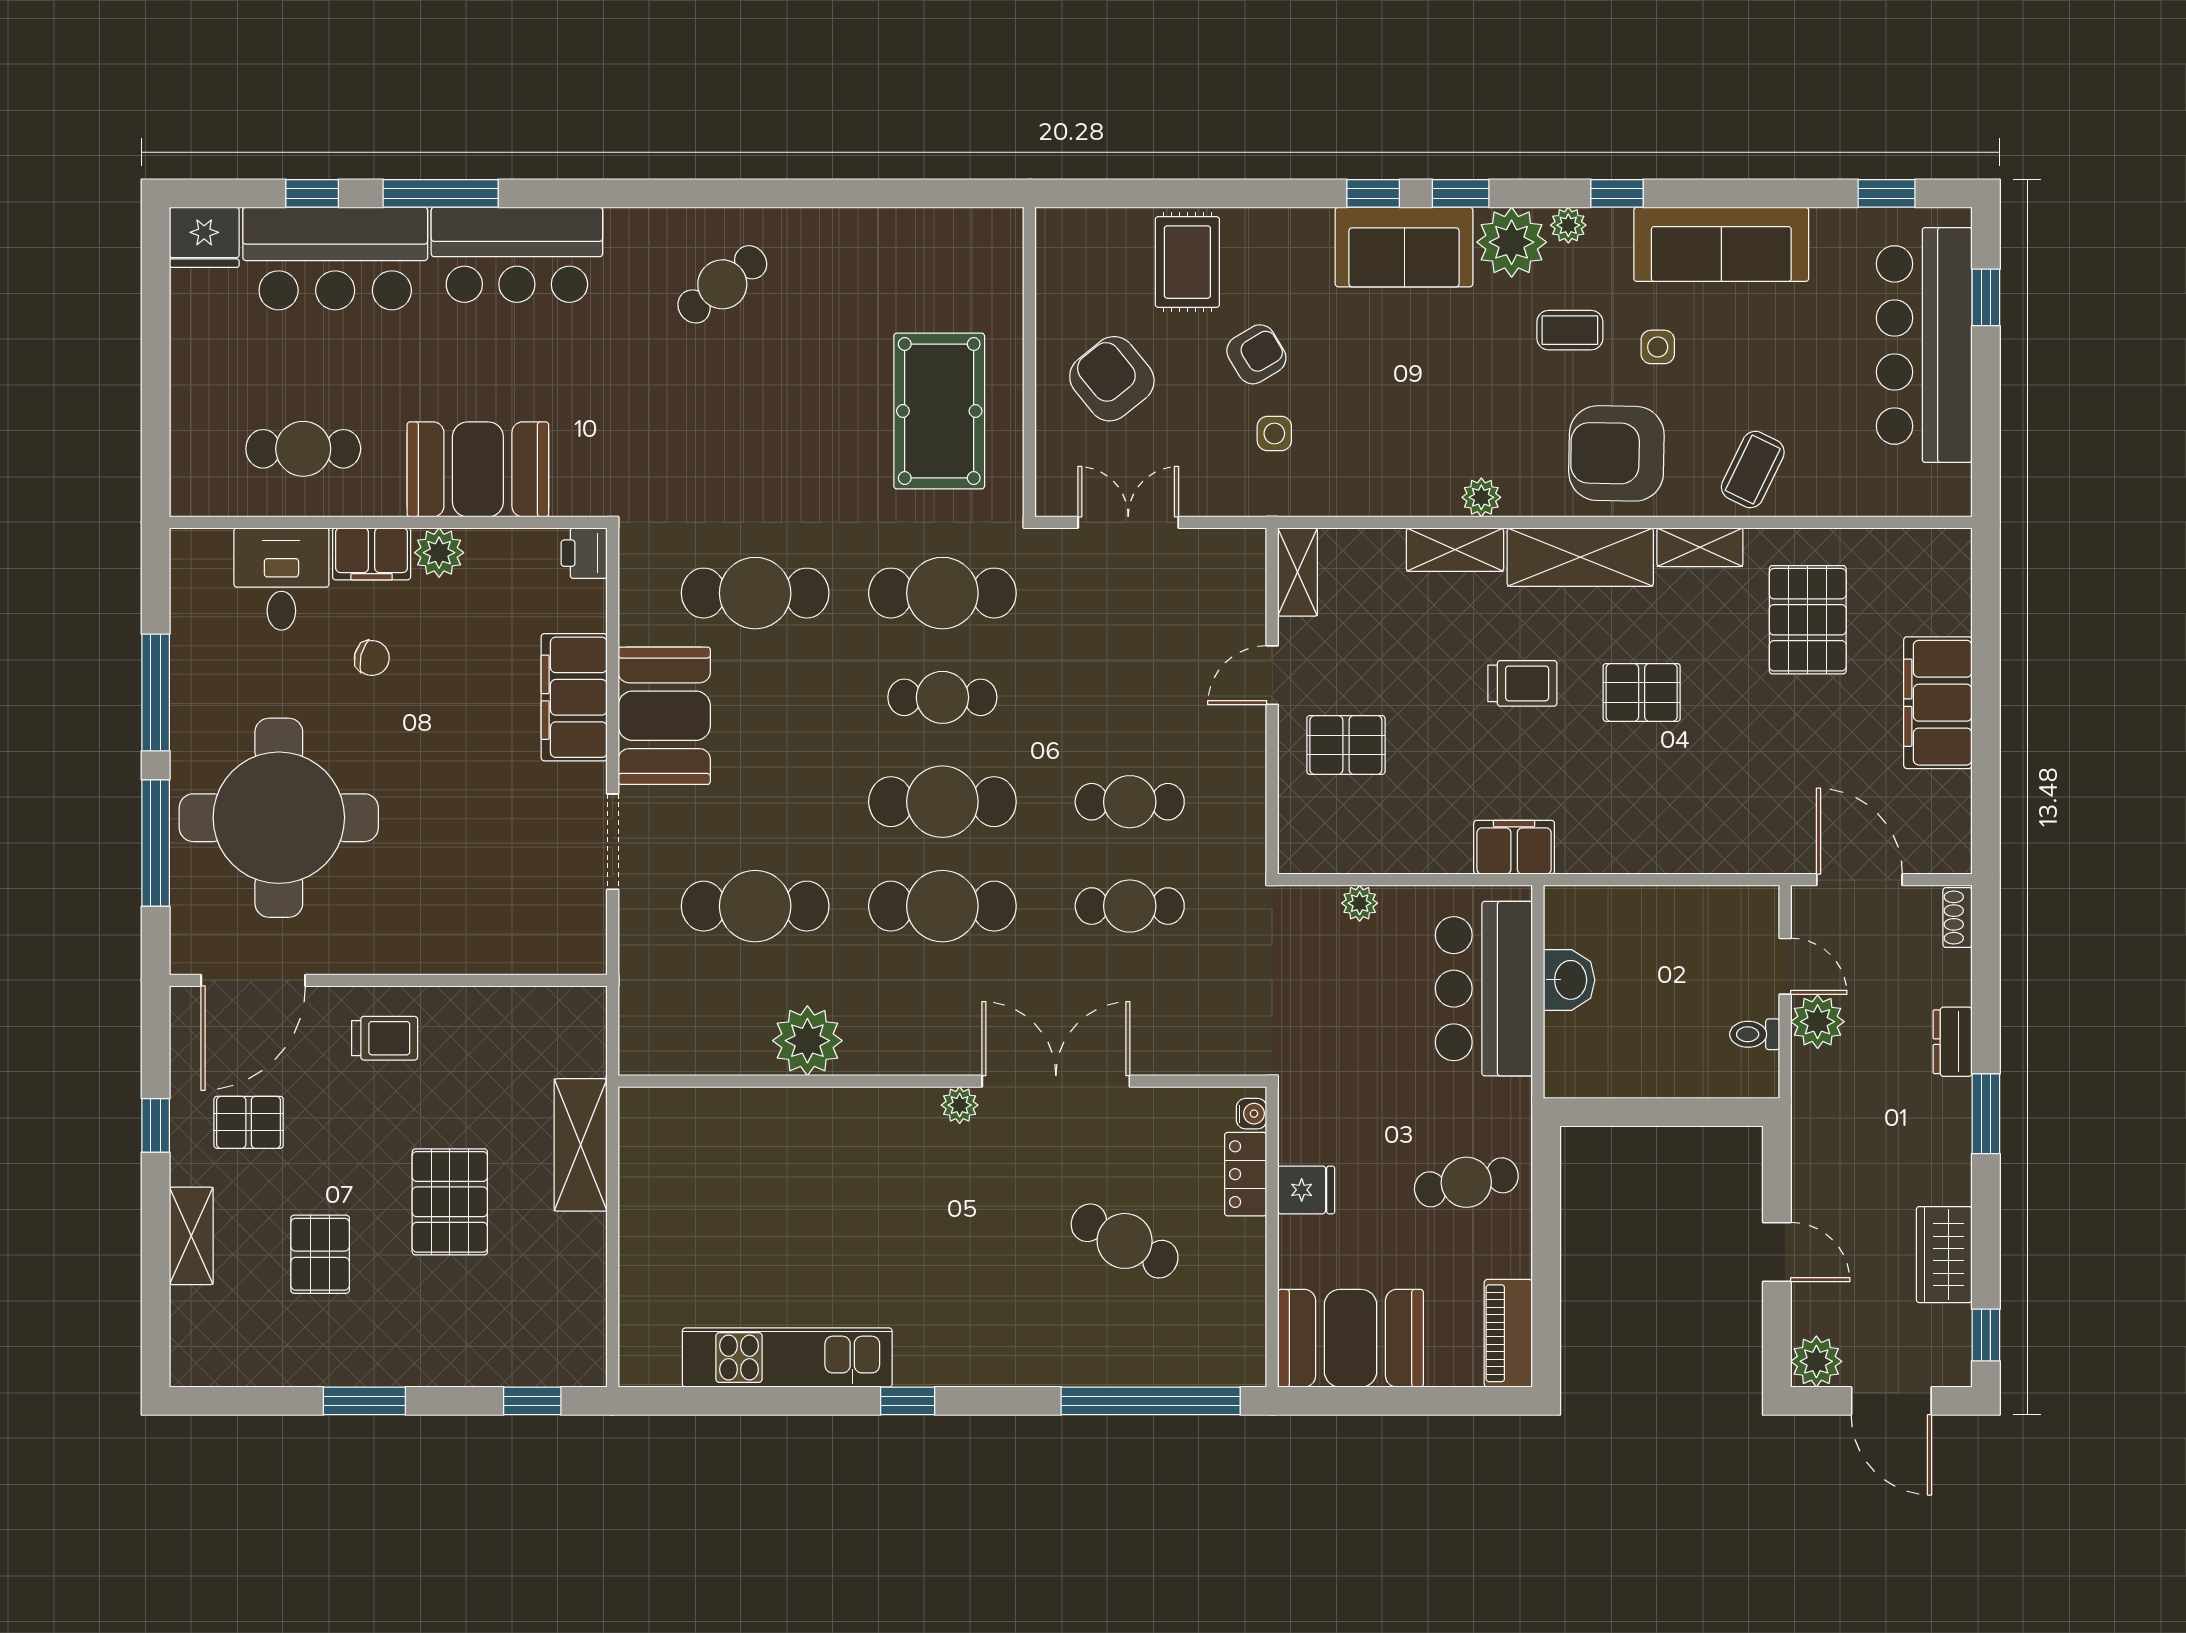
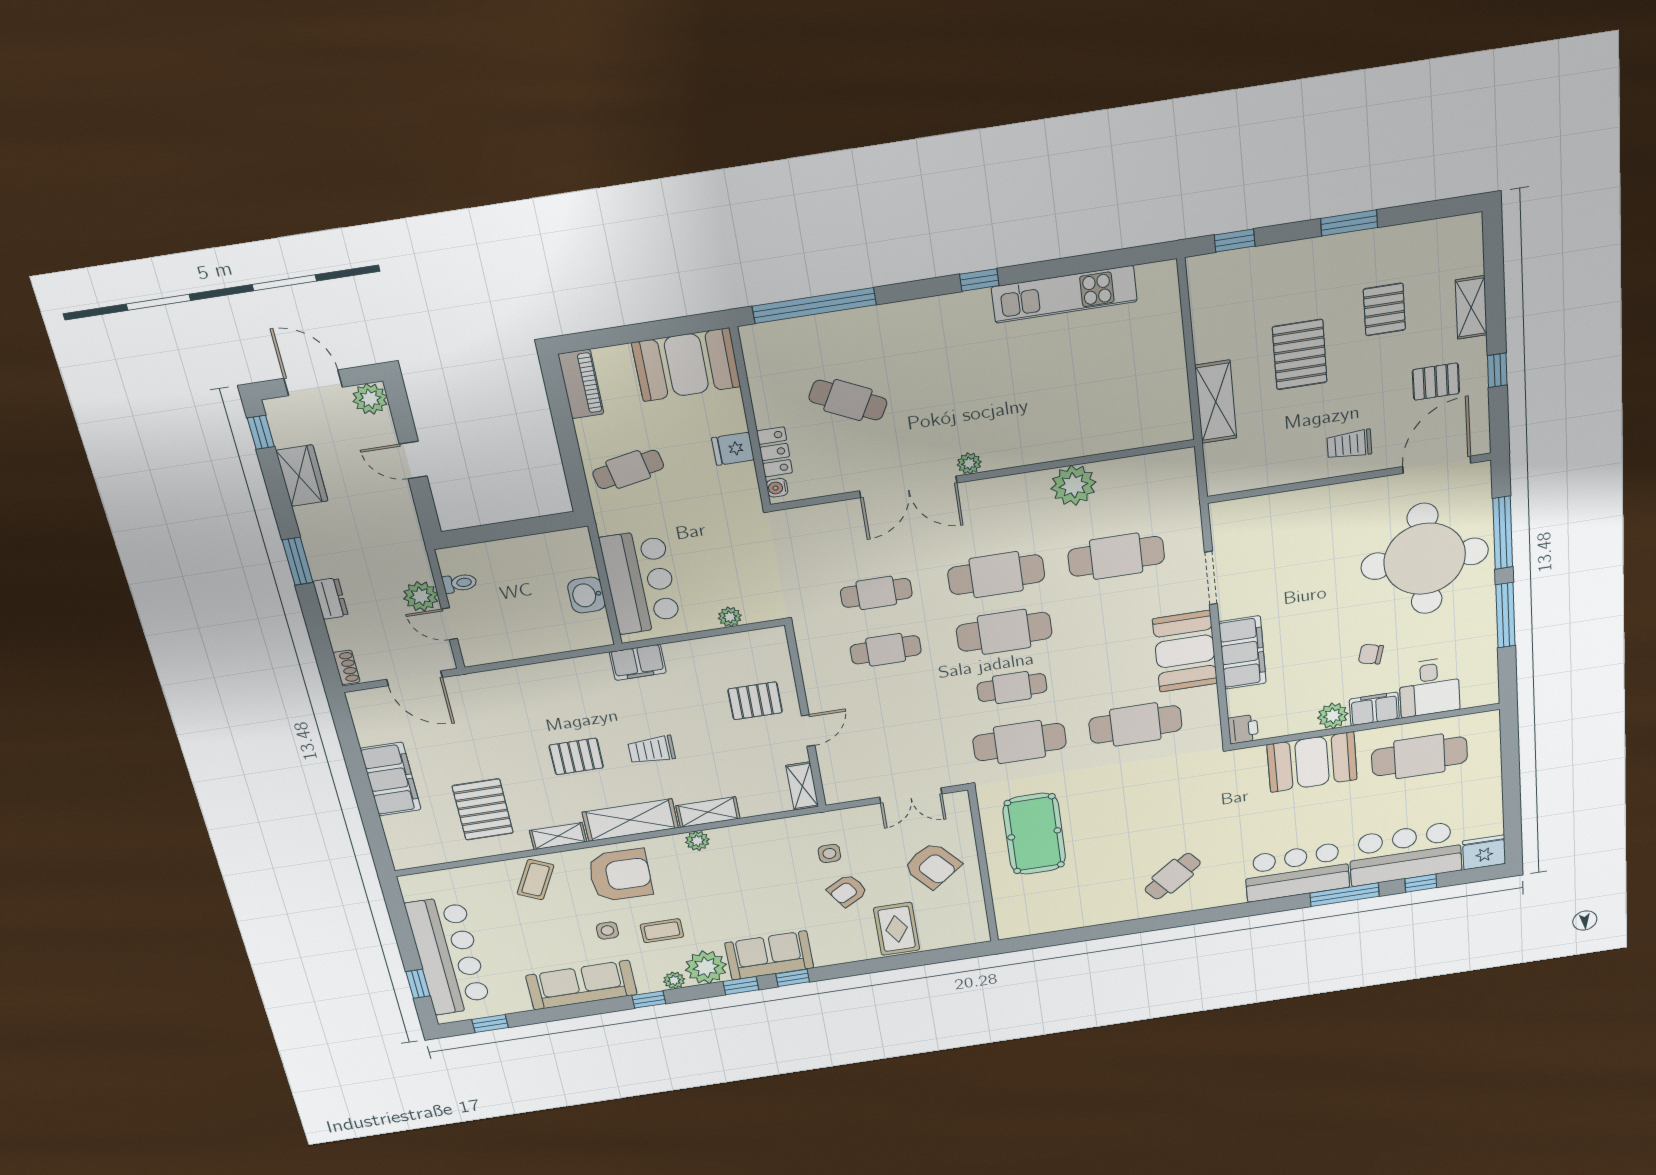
cafe table: (303, 449) -> (1419, 756), width x1.37, depth x1.35

